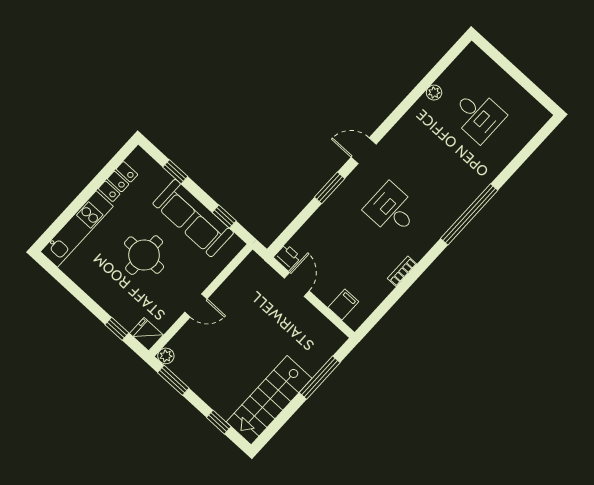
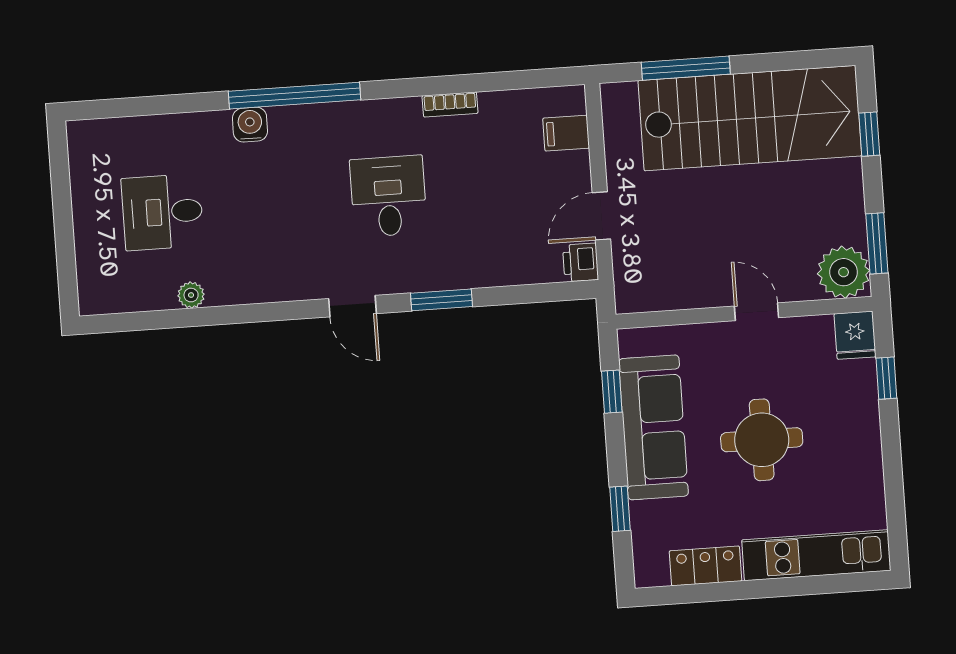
desk: (478, 115) -> (163, 212), turned -90
water cooler: (476, 185) -> (250, 125), added
desk: (392, 210) -> (388, 196), turned 180
plant: (166, 356) -> (844, 272), width x1.87, depth x1.87
stairs: (269, 400) -> (750, 118), width x1.36, depth x1.51

